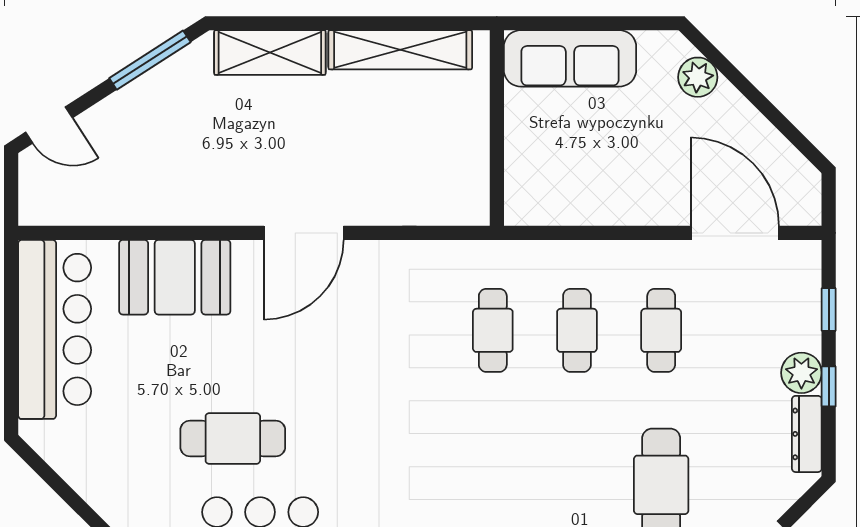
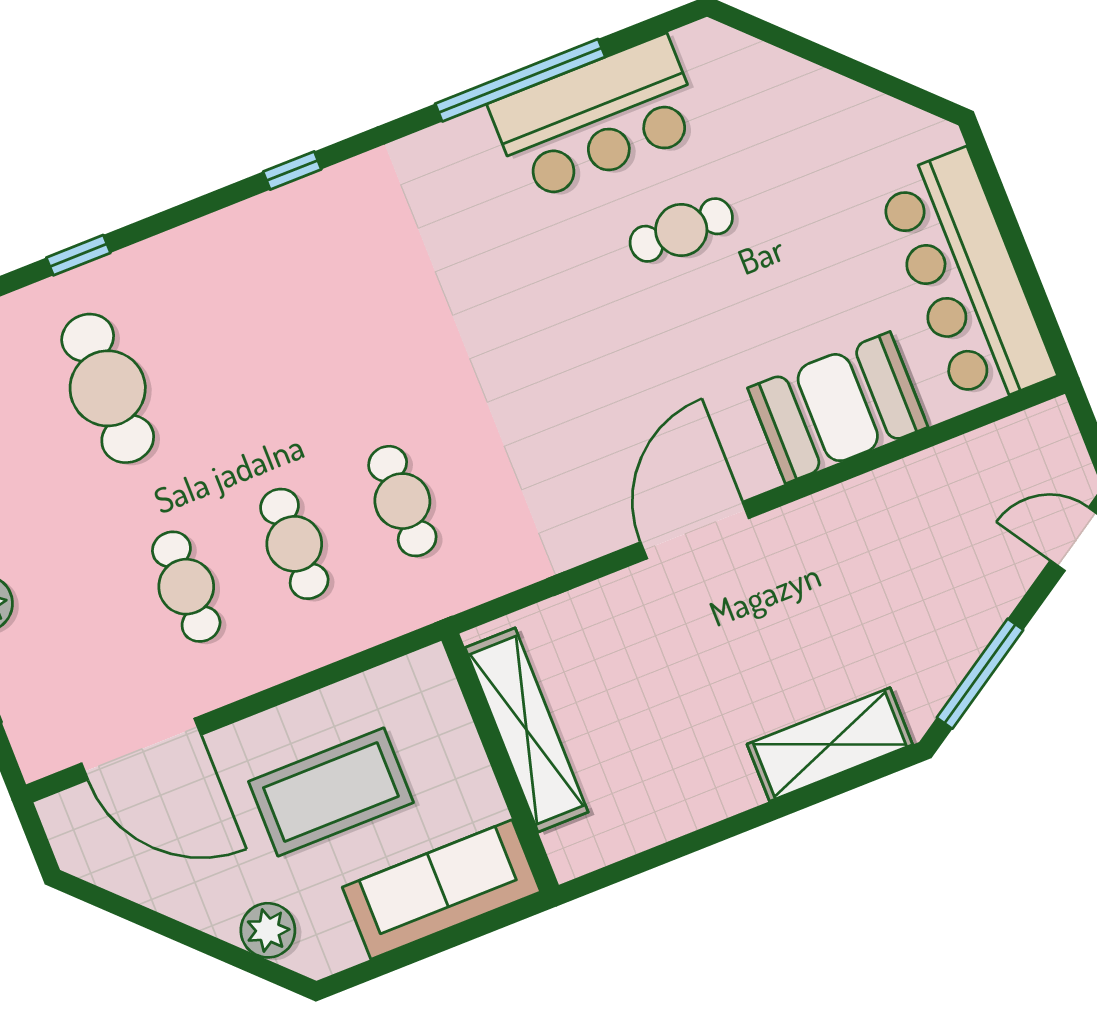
shelving: (400, 50) -> (527, 730), moved, turned 90
coffee table: (618, 153) -> (331, 792), added
cafe table: (233, 438) -> (681, 230), width x0.73, depth x0.74

